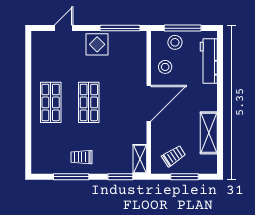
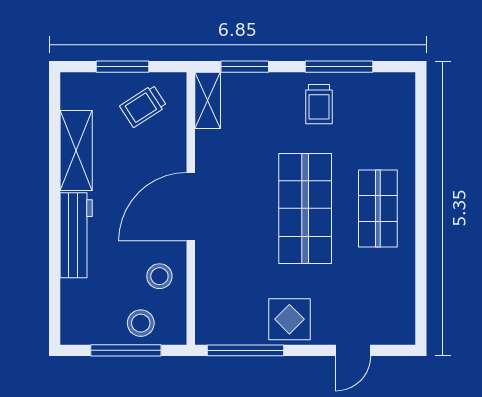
workbench: (209, 61) -> (76, 235), moved
shop shelf: (89, 102) -> (305, 208), width x1.43, depth x1.36
trolley: (82, 157) -> (319, 104), turned 90

